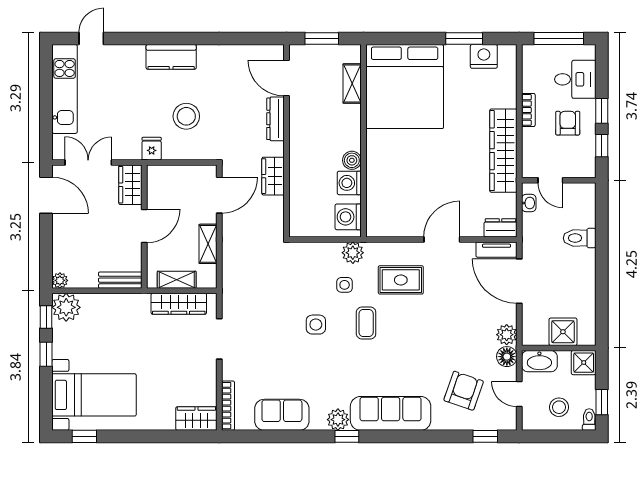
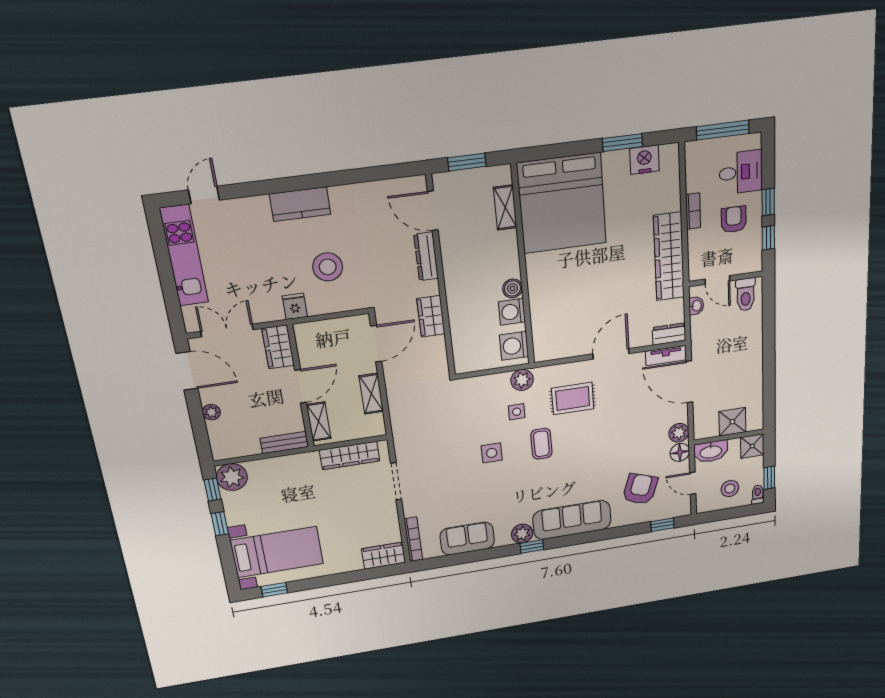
toilet: (580, 238) -> (746, 294), moved, turned -90
plant: (60, 280) -> (211, 412), moved
shelving: (177, 280) -> (319, 422), moved, turned 90

